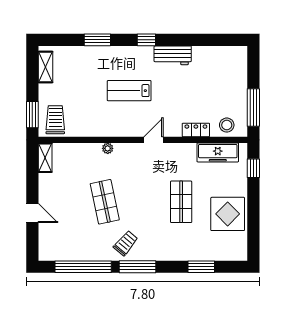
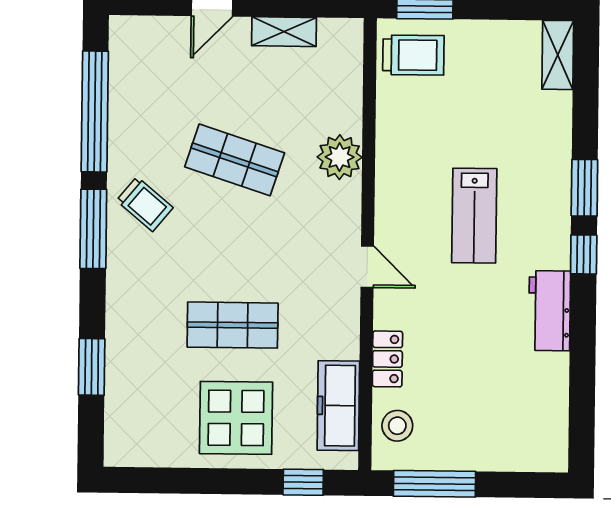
window: (97, 40) -> (584, 188), moved
shelving: (46, 67) -> (558, 55), moved, turned 90
lab bench: (129, 91) -> (474, 216), turned 180
plant: (108, 148) -> (340, 157), width x1.88, depth x1.88
shelving: (45, 158) -> (284, 32), moved
shop shelf: (105, 202) -> (235, 160), turned 30
display table: (228, 214) -> (236, 418), moved

